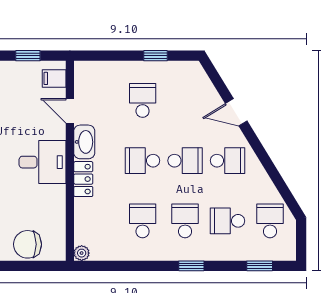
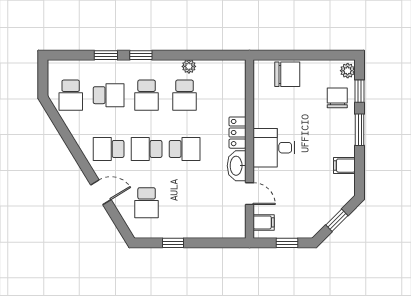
school desk: (143, 100) -> (147, 203), moved
plant: (82, 253) -> (189, 66), moved
window: (260, 266) -> (106, 55), moved

